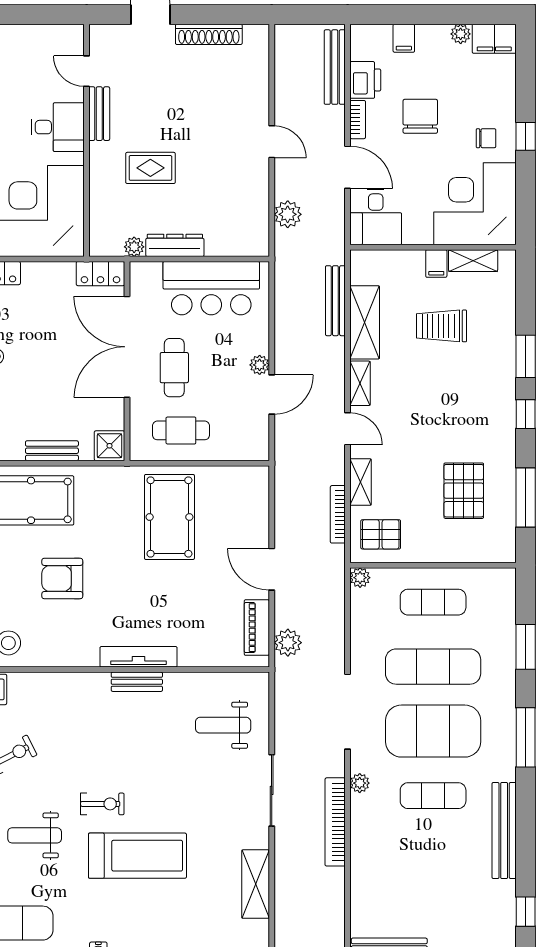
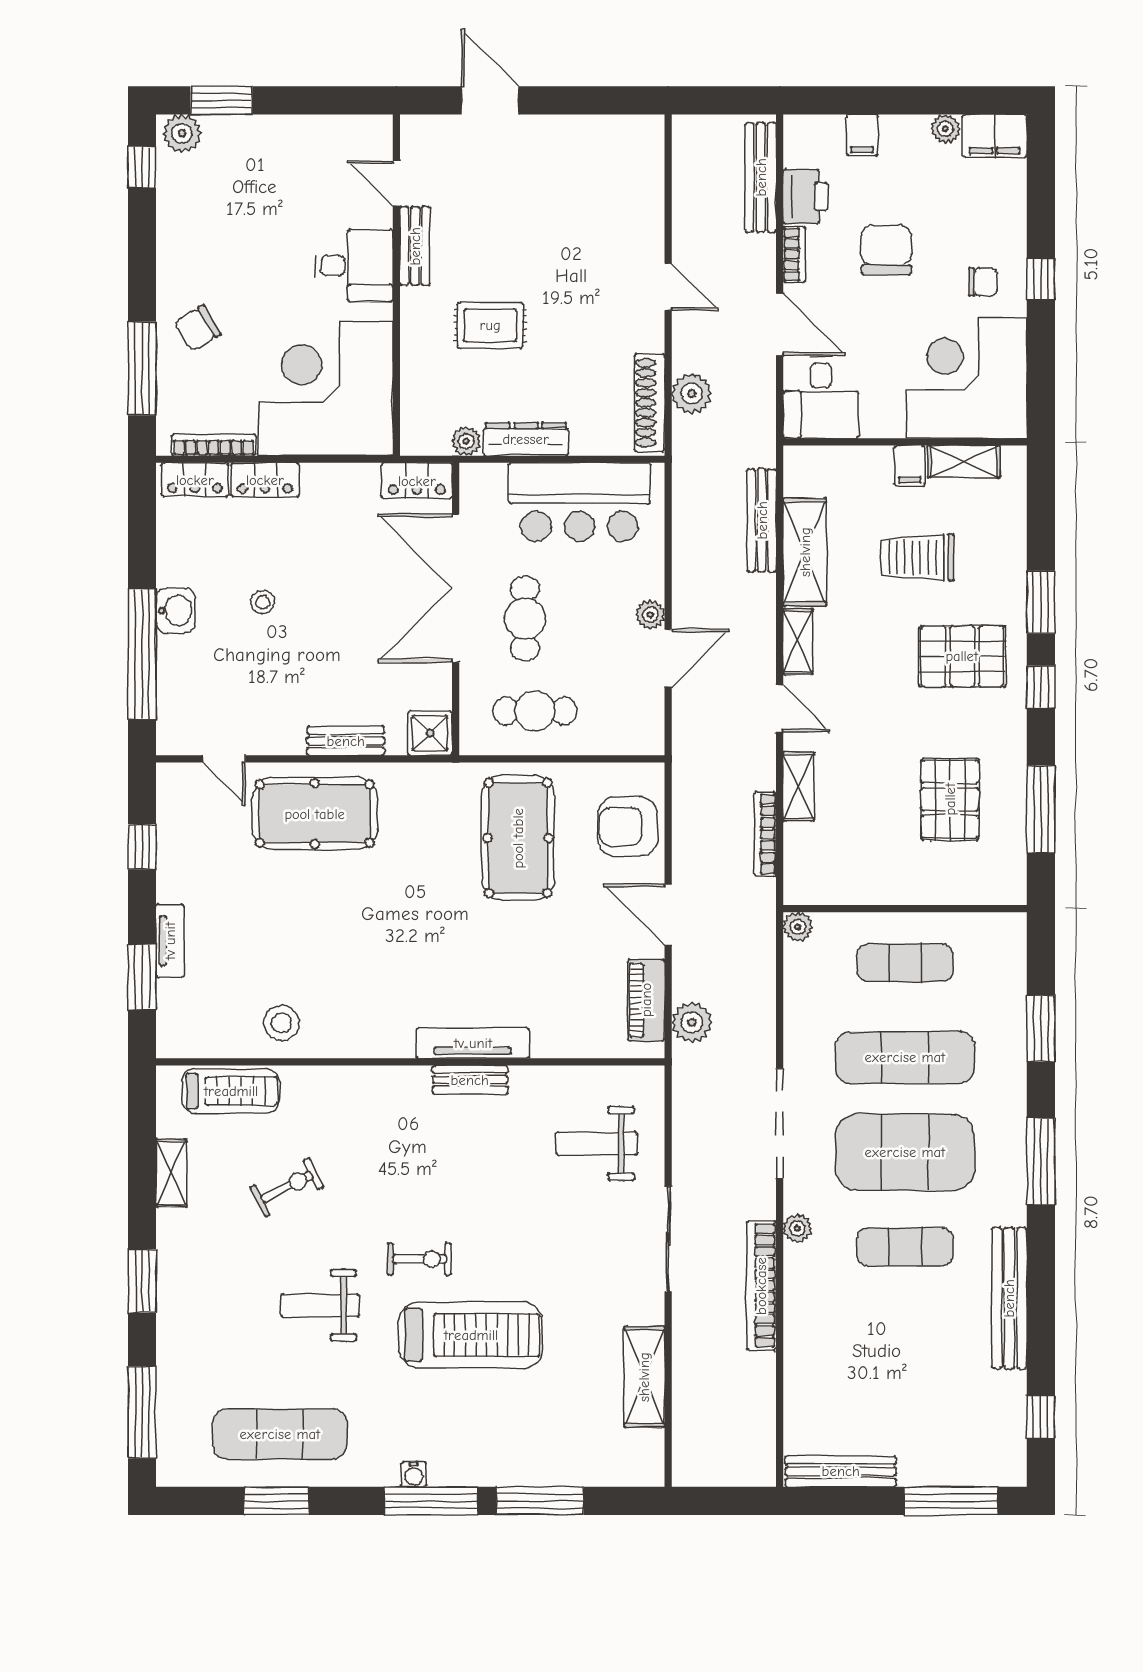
shoe rack: (209, 34) -> (650, 403), moved, turned 90
pallet: (381, 534) -> (962, 656), moved, width x1.50, depth x1.42
armchair: (62, 578) -> (628, 827), moved

